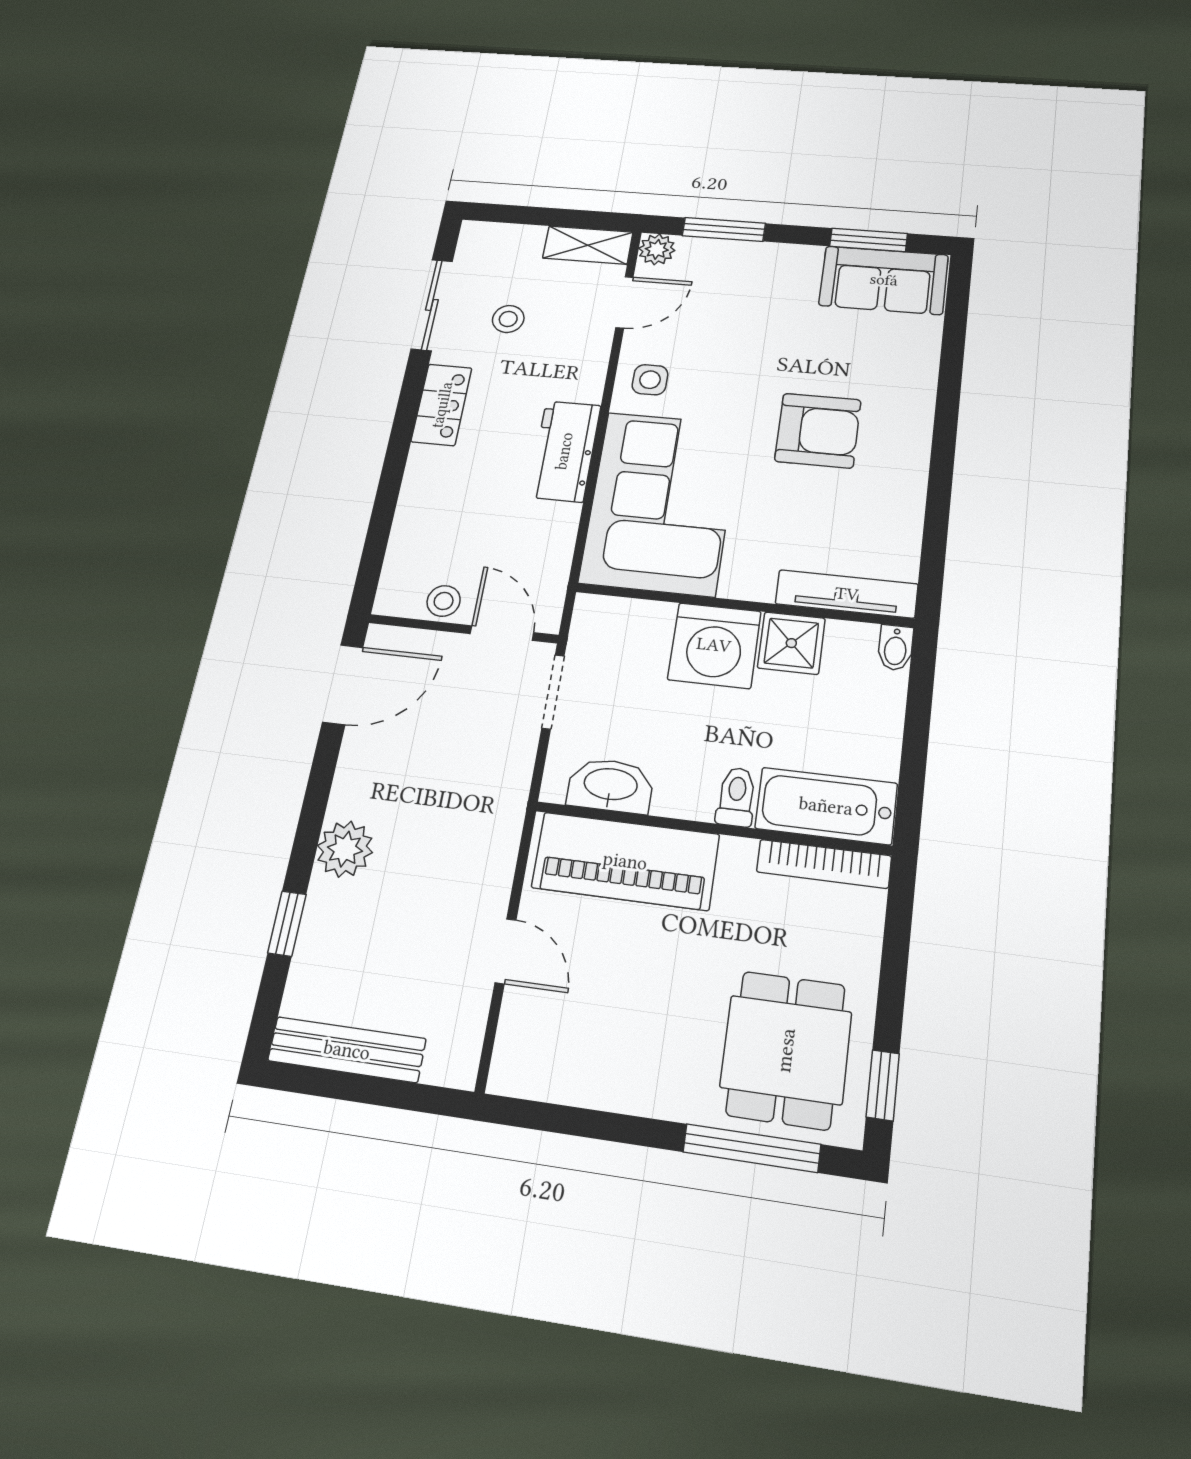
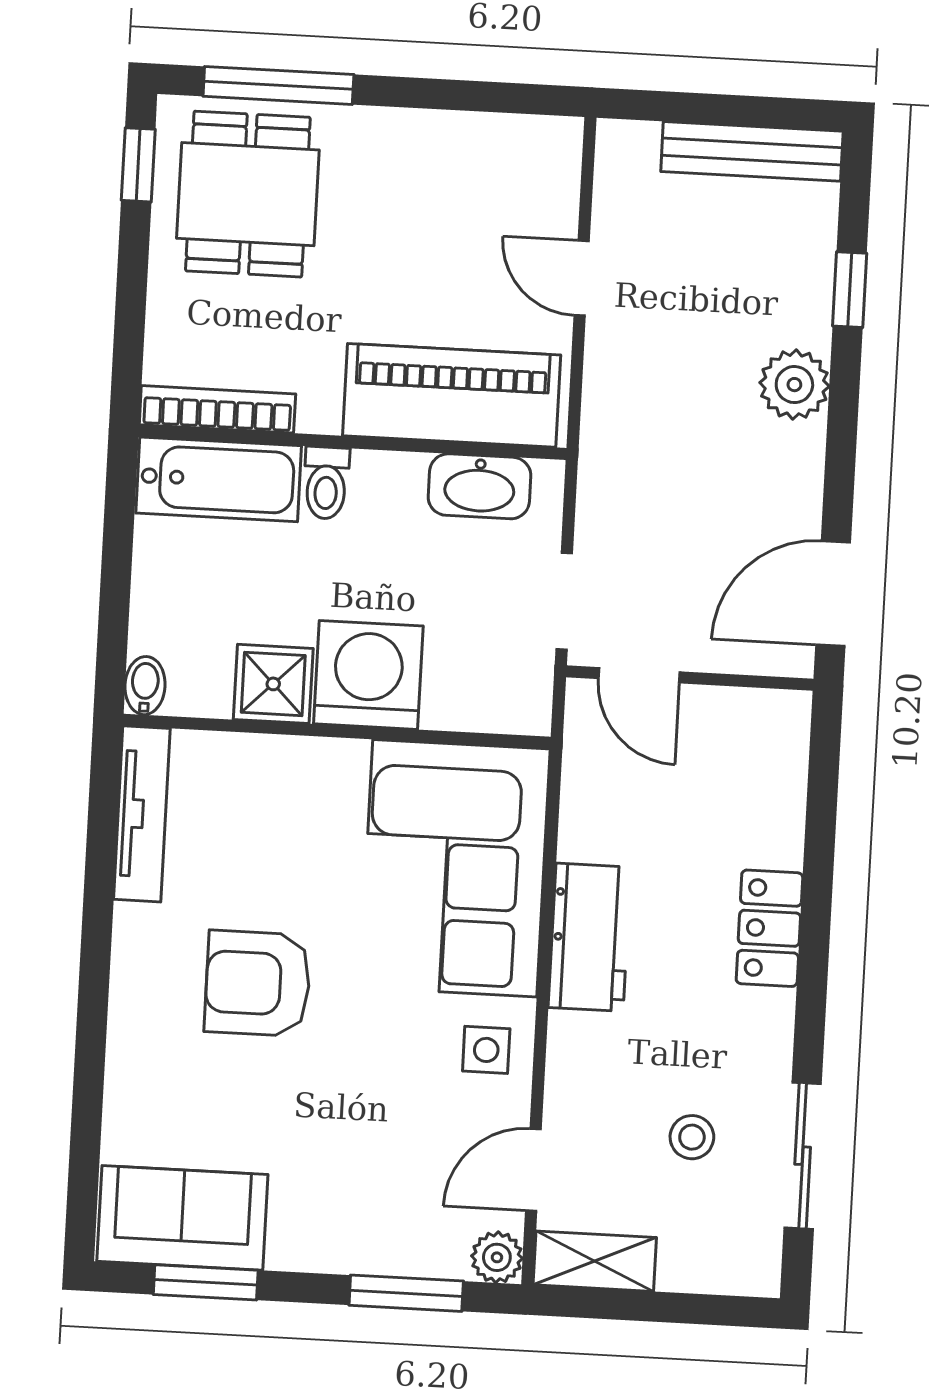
locker: (442, 405) -> (769, 928), moved
tv unit: (847, 594) -> (142, 814), moved, turned -90
stool: (444, 601) -> (721, 715), removed

